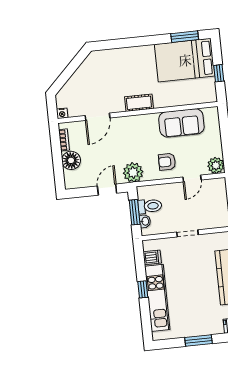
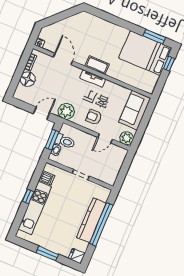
window: (219, 73) -> (169, 64), moved
door: (98, 117) -> (63, 59), swing flipped
tv unit: (142, 120) -> (93, 78), added
sofa: (181, 123) -> (135, 110), moved, turned 90

